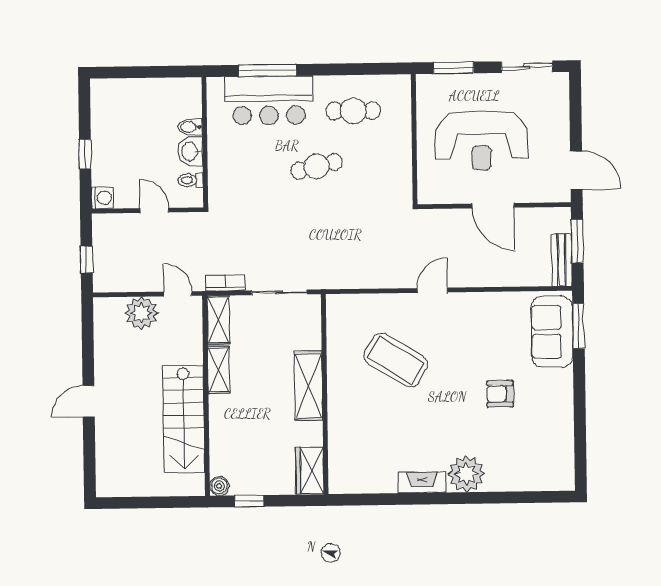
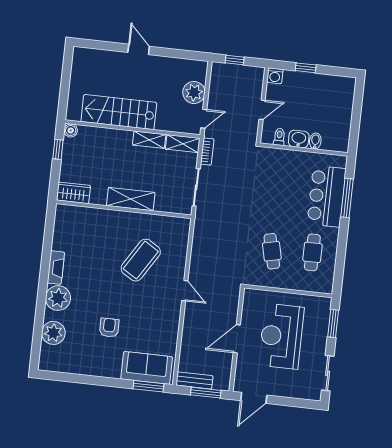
cafe table: (317, 166) -> (272, 251), moved
plant: (518, 474) -> (53, 333), added

